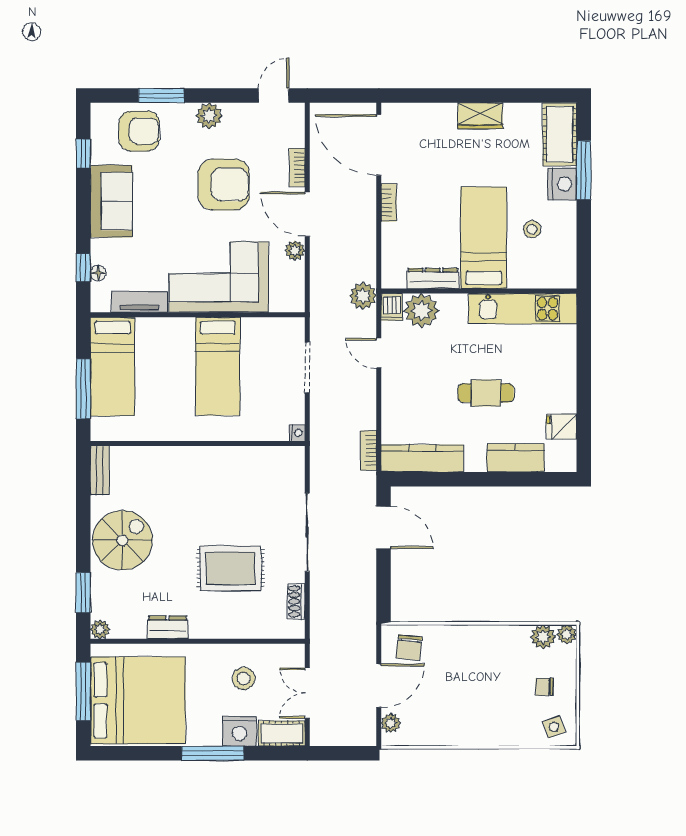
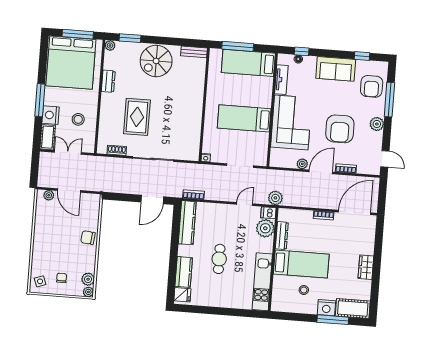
window: (161, 96) -> (389, 100), width x1.44
fridge: (562, 427) -> (182, 295), moved, turned 90
spiral stairs: (122, 540) -> (156, 61), turned 90
chair: (409, 648) -> (88, 238), moved

